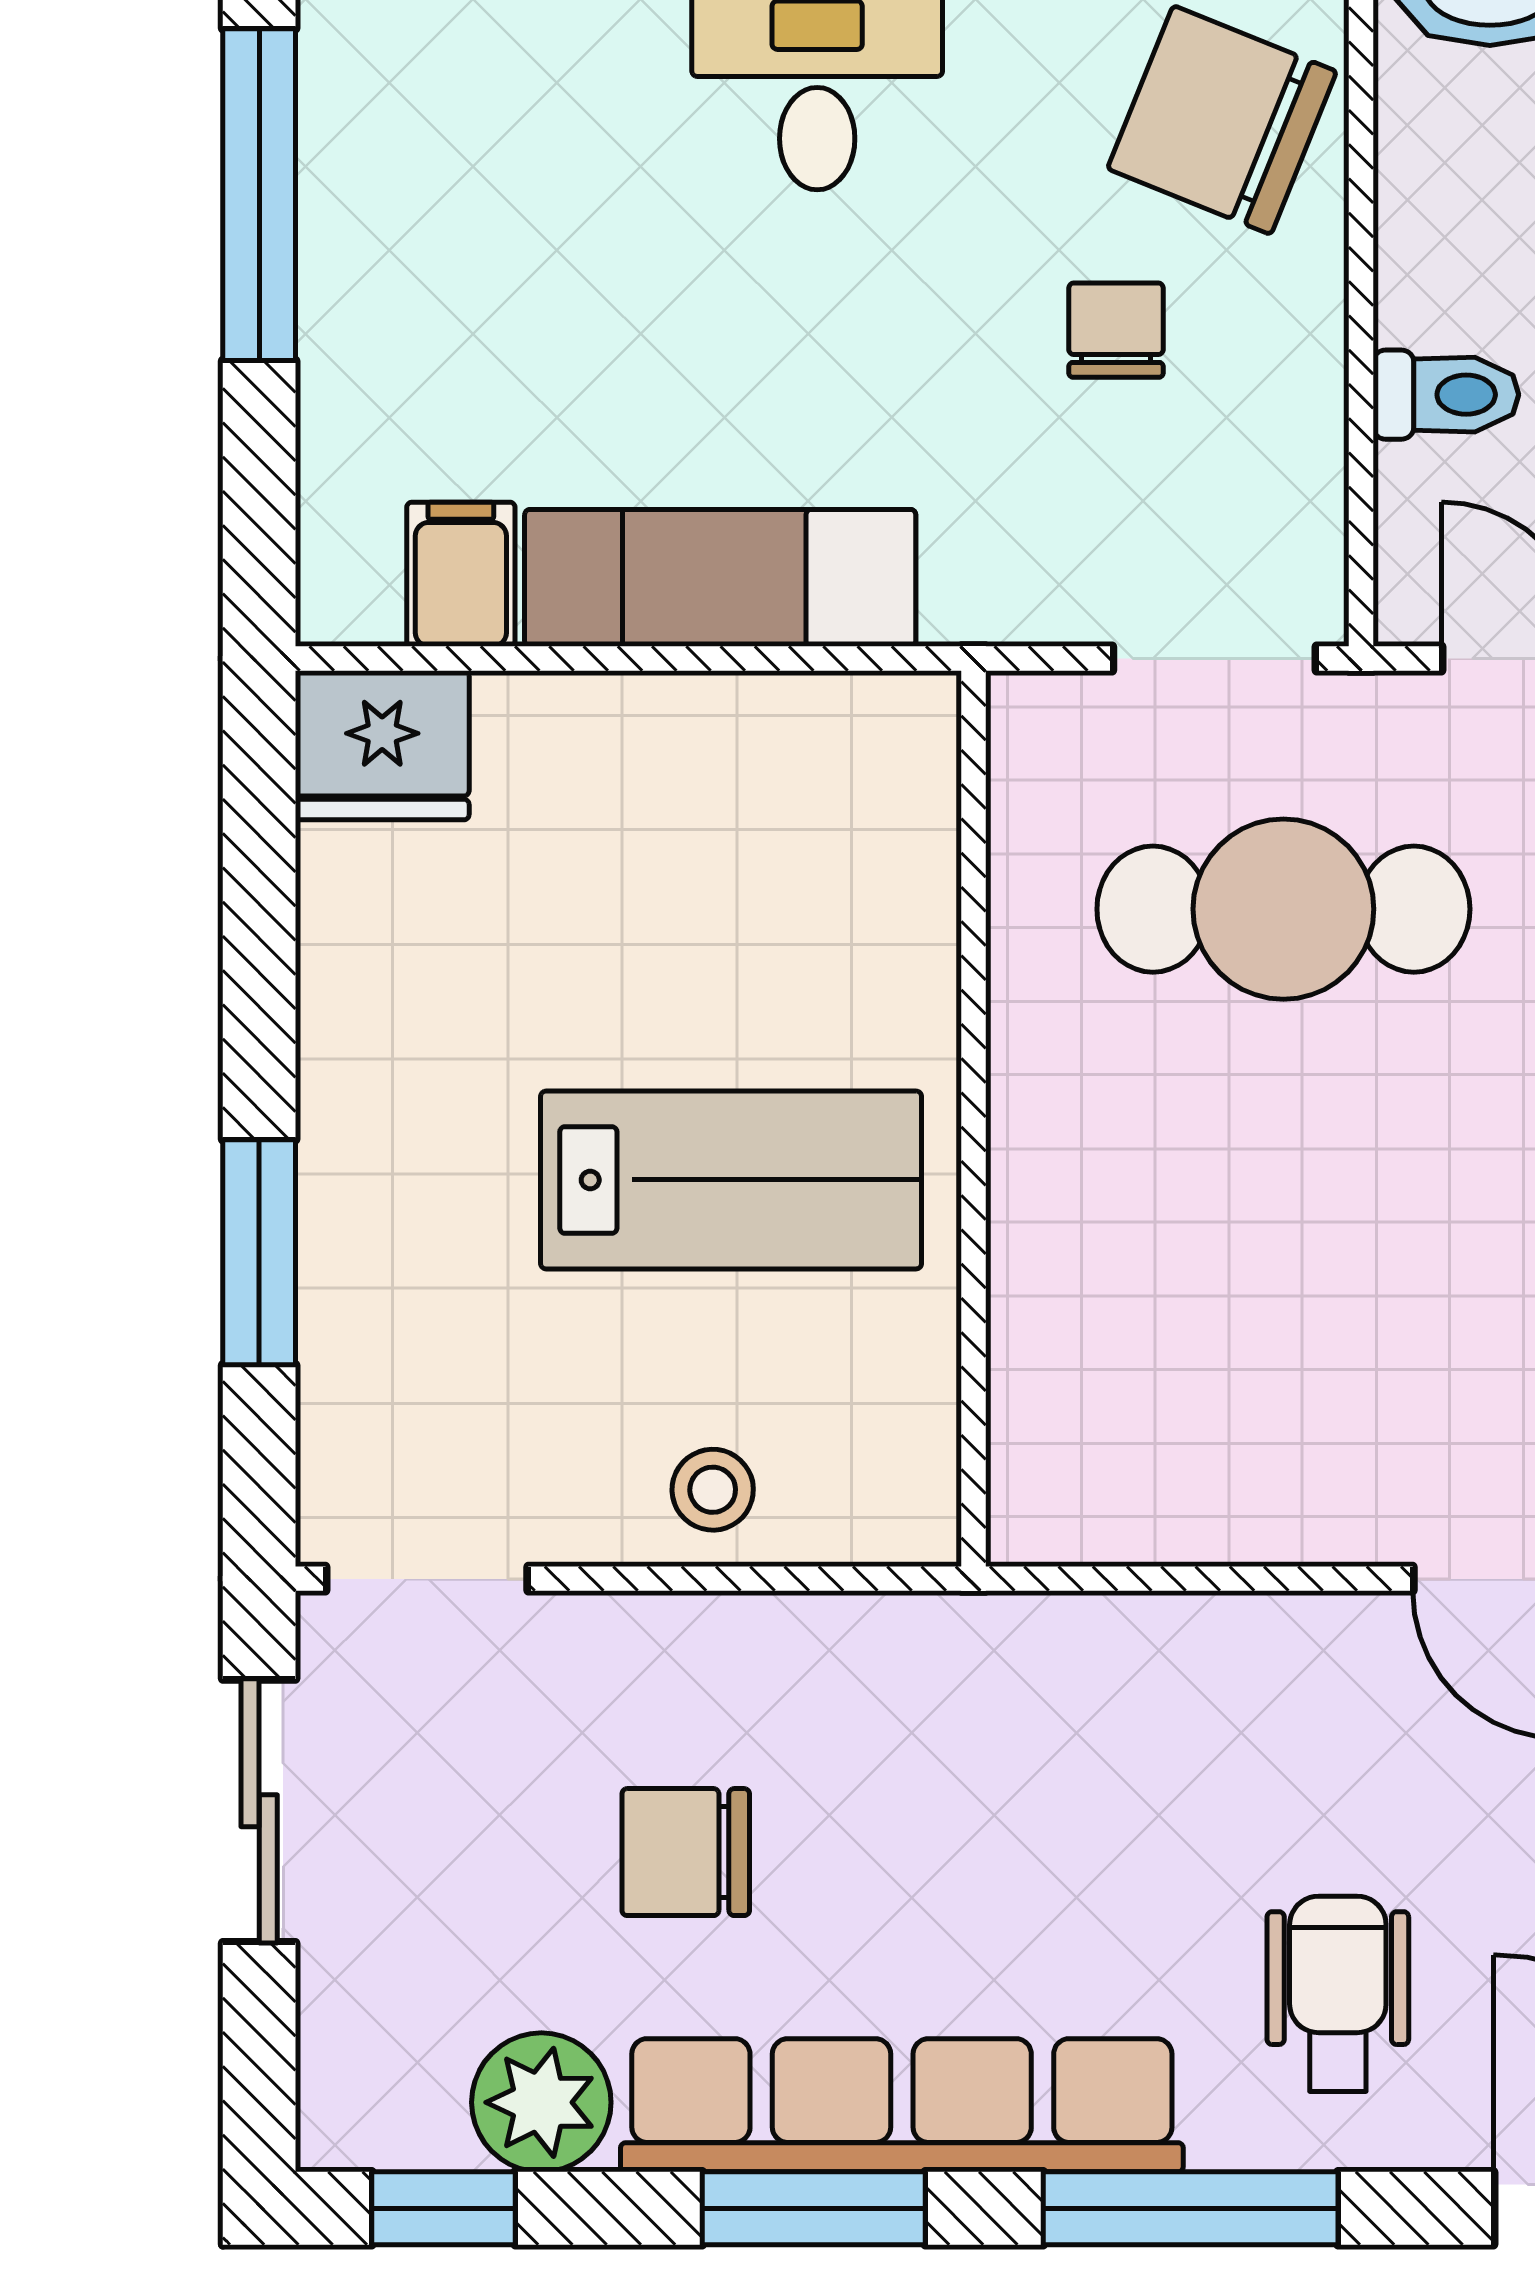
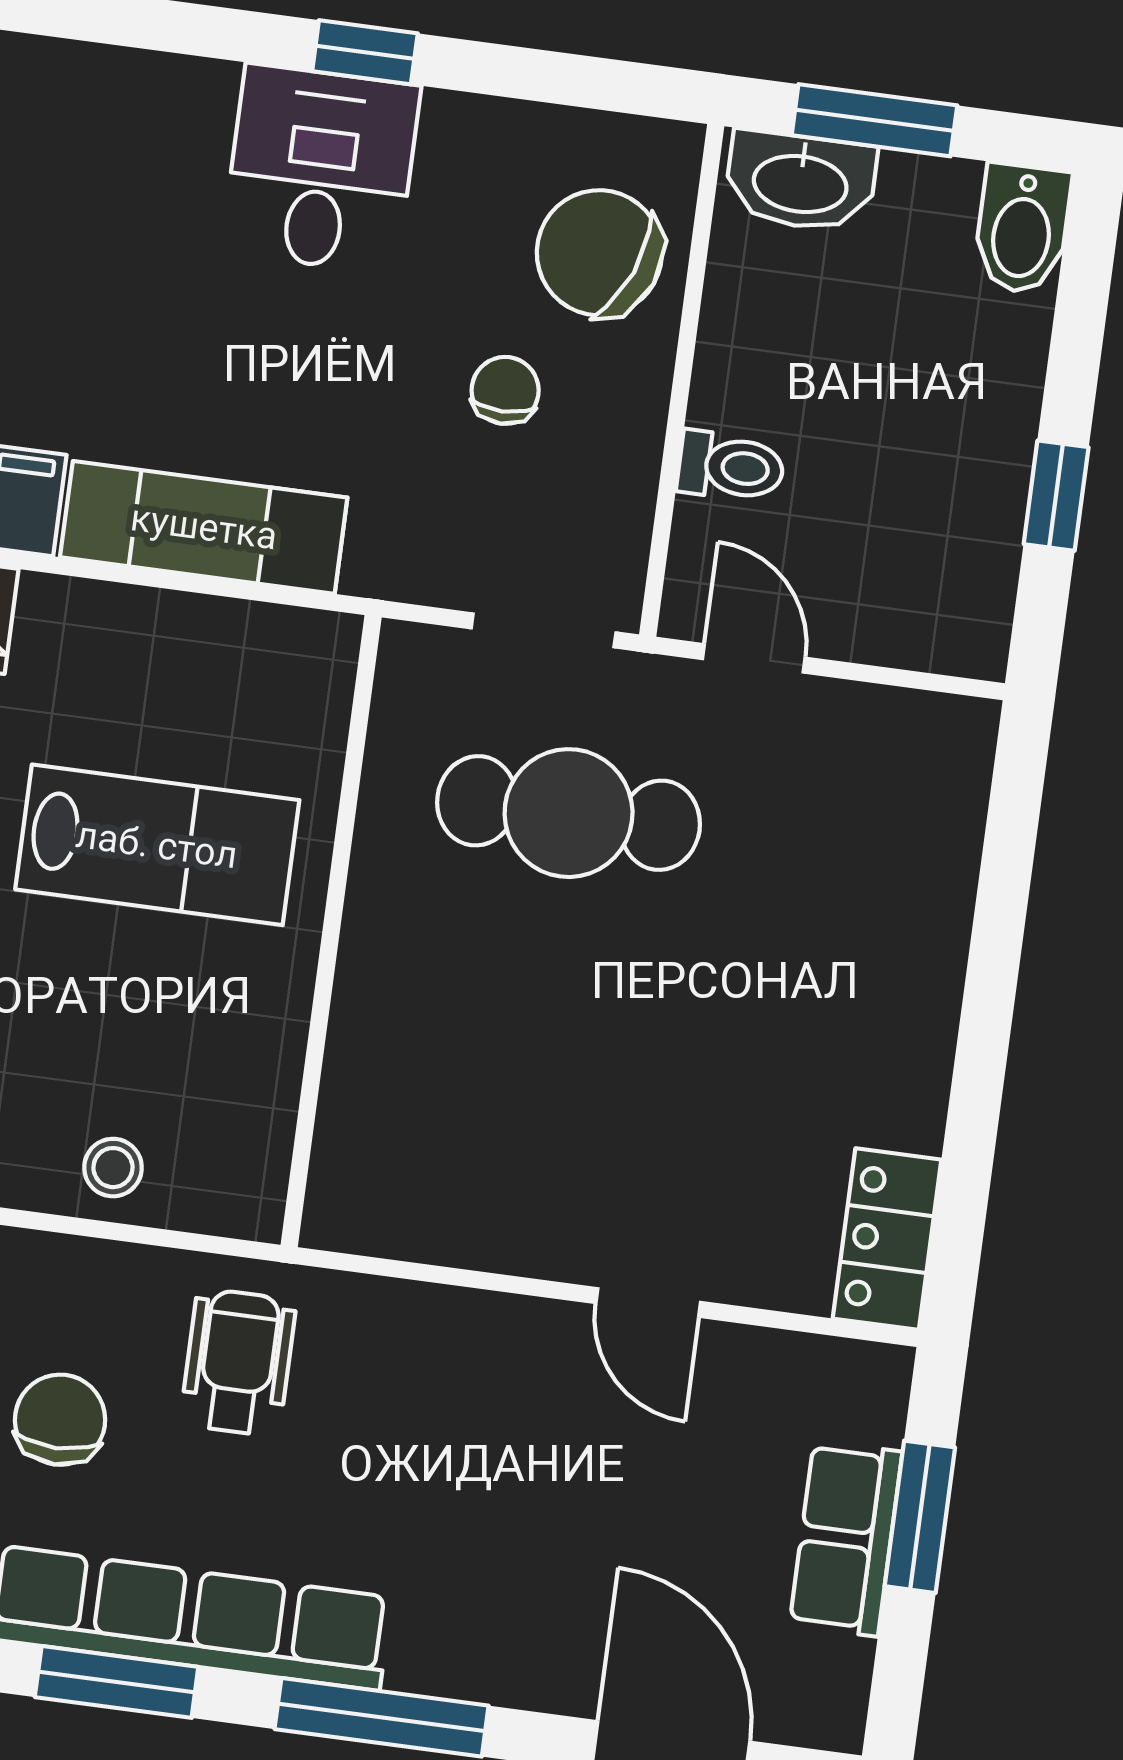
lab bench: (731, 1180) -> (157, 845), moved
chair: (686, 1852) -> (60, 1420), turned 90
wheelchair: (1338, 1994) -> (238, 1362), moved

